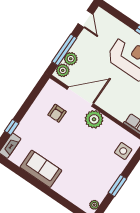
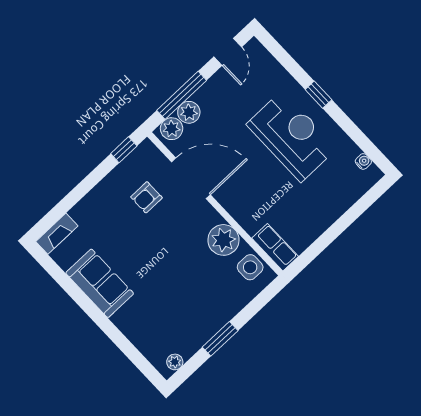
plant: (94, 119) -> (223, 240), moved
window: (12, 127) -> (124, 150), moved
side table: (123, 151) -> (250, 267), moved

